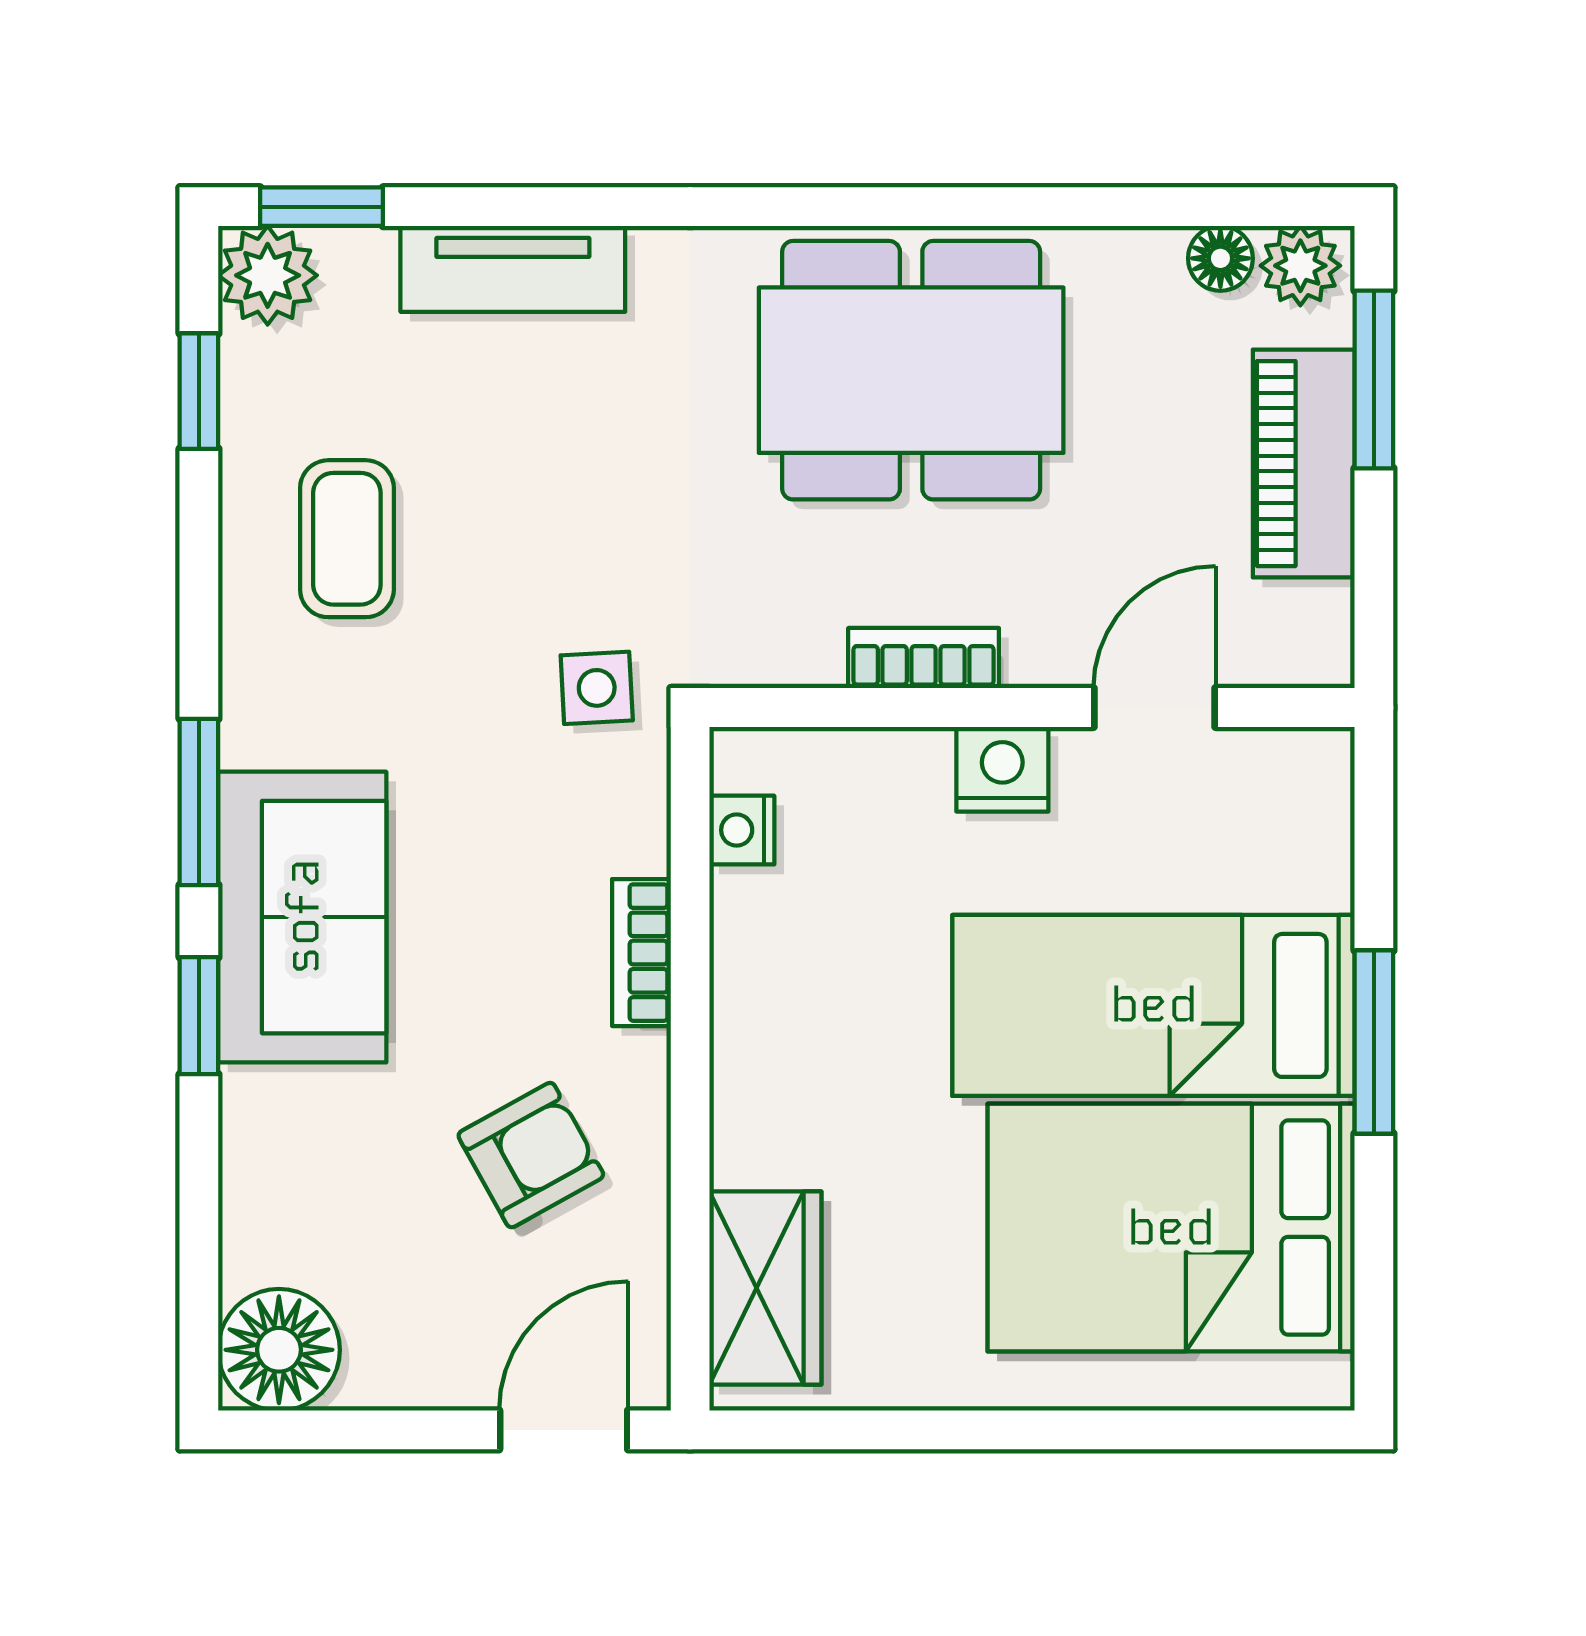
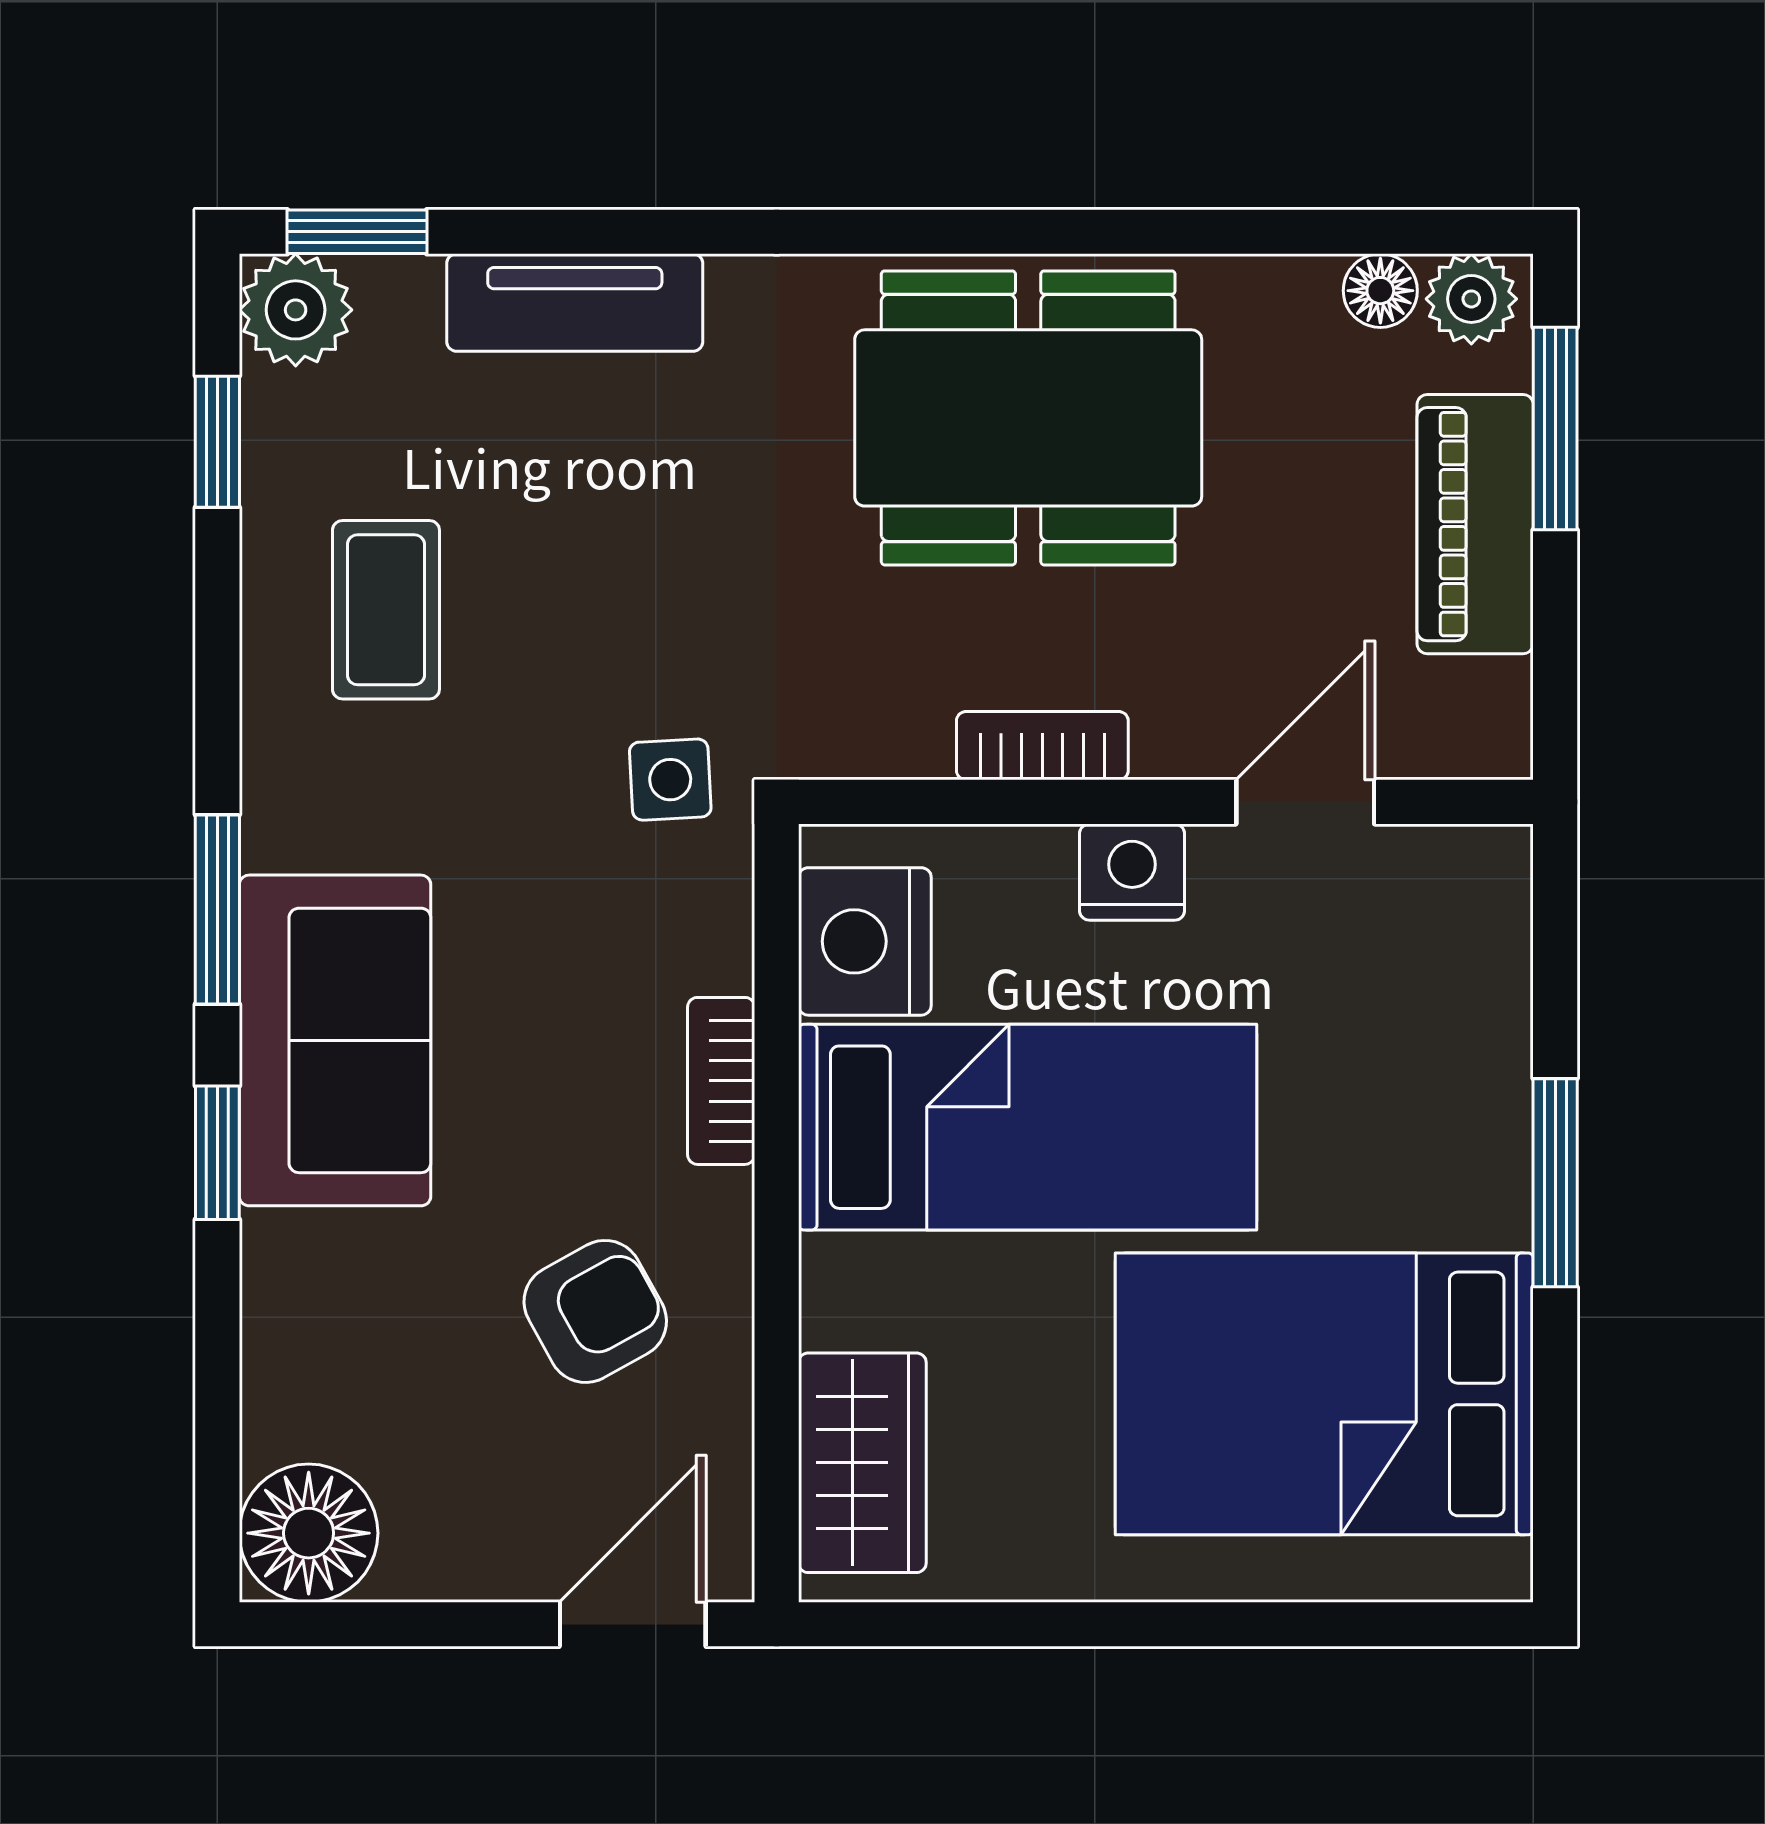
nightstand: (742, 830) -> (865, 941), width x1.89, depth x1.79
bed: (1154, 1005) -> (1028, 1127), moved, turned 180

